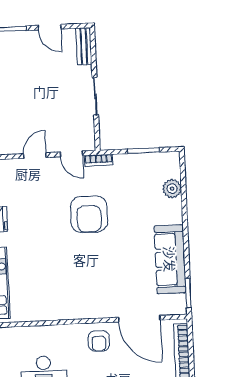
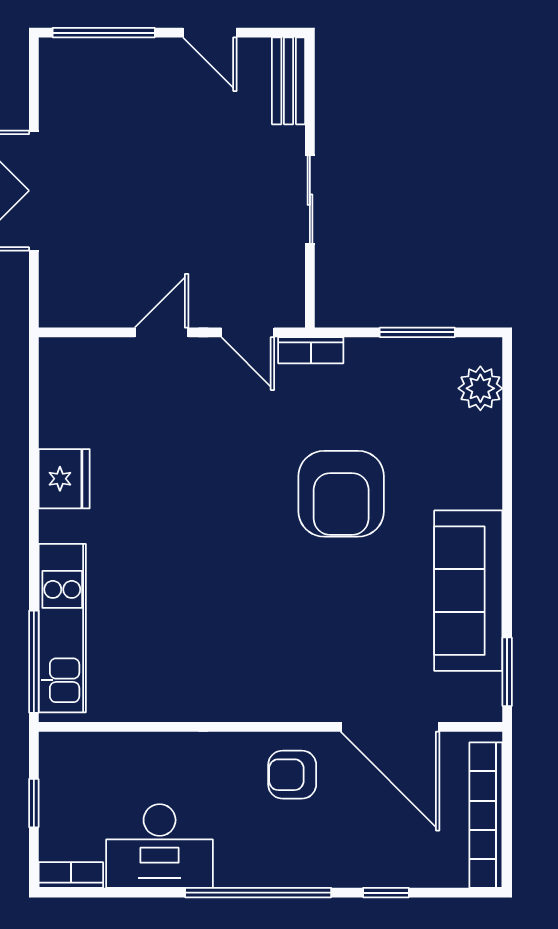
plant: (172, 189) -> (480, 388), moved
armchair: (89, 214) -> (341, 494), moved
armchair: (99, 341) -> (292, 775), turned 90

